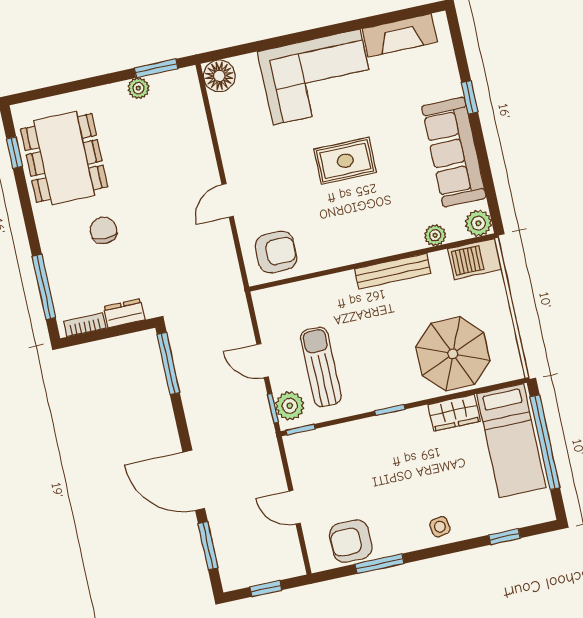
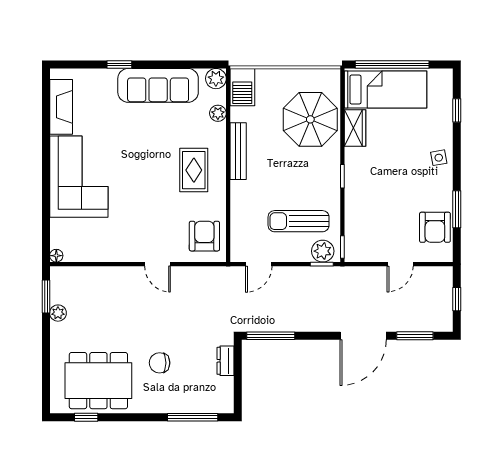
floor lamp: (219, 76) -> (56, 256), width x0.53, depth x0.53
rug: (345, 161) -> (194, 170), moved
bookcase: (85, 325) -> (228, 393), removed
door: (263, 361) -> (259, 264), moved

